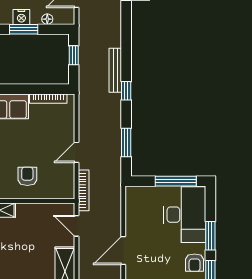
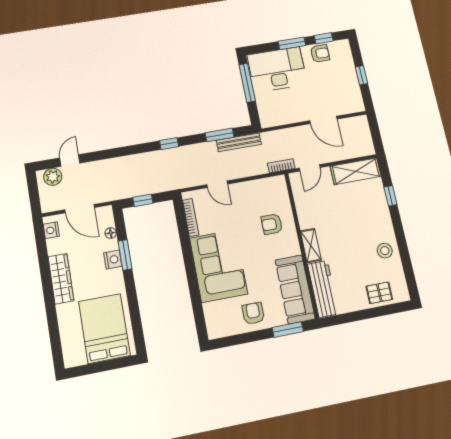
bench: (115, 70) -> (239, 142), moved
door: (77, 152) -> (217, 184), moved
bookcase: (84, 190) -> (281, 166), width x0.64

